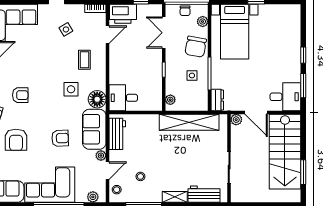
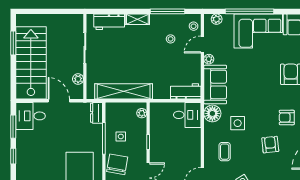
plant: (236, 120) -> (78, 79), moved
workbench: (117, 134) -> (186, 91), moved, turned 90
armchair: (60, 138) -> (270, 145), moved, turned 86

